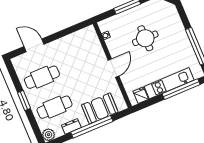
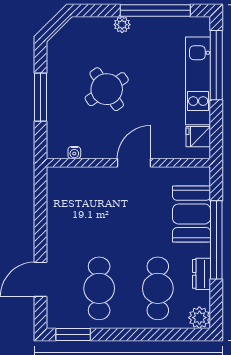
plant: (182, 32) -> (122, 25), added
round table: (145, 38) -> (107, 89), turned -34
door: (114, 68) -> (134, 163), hinge flipped
window: (24, 101) -> (73, 335), moved

